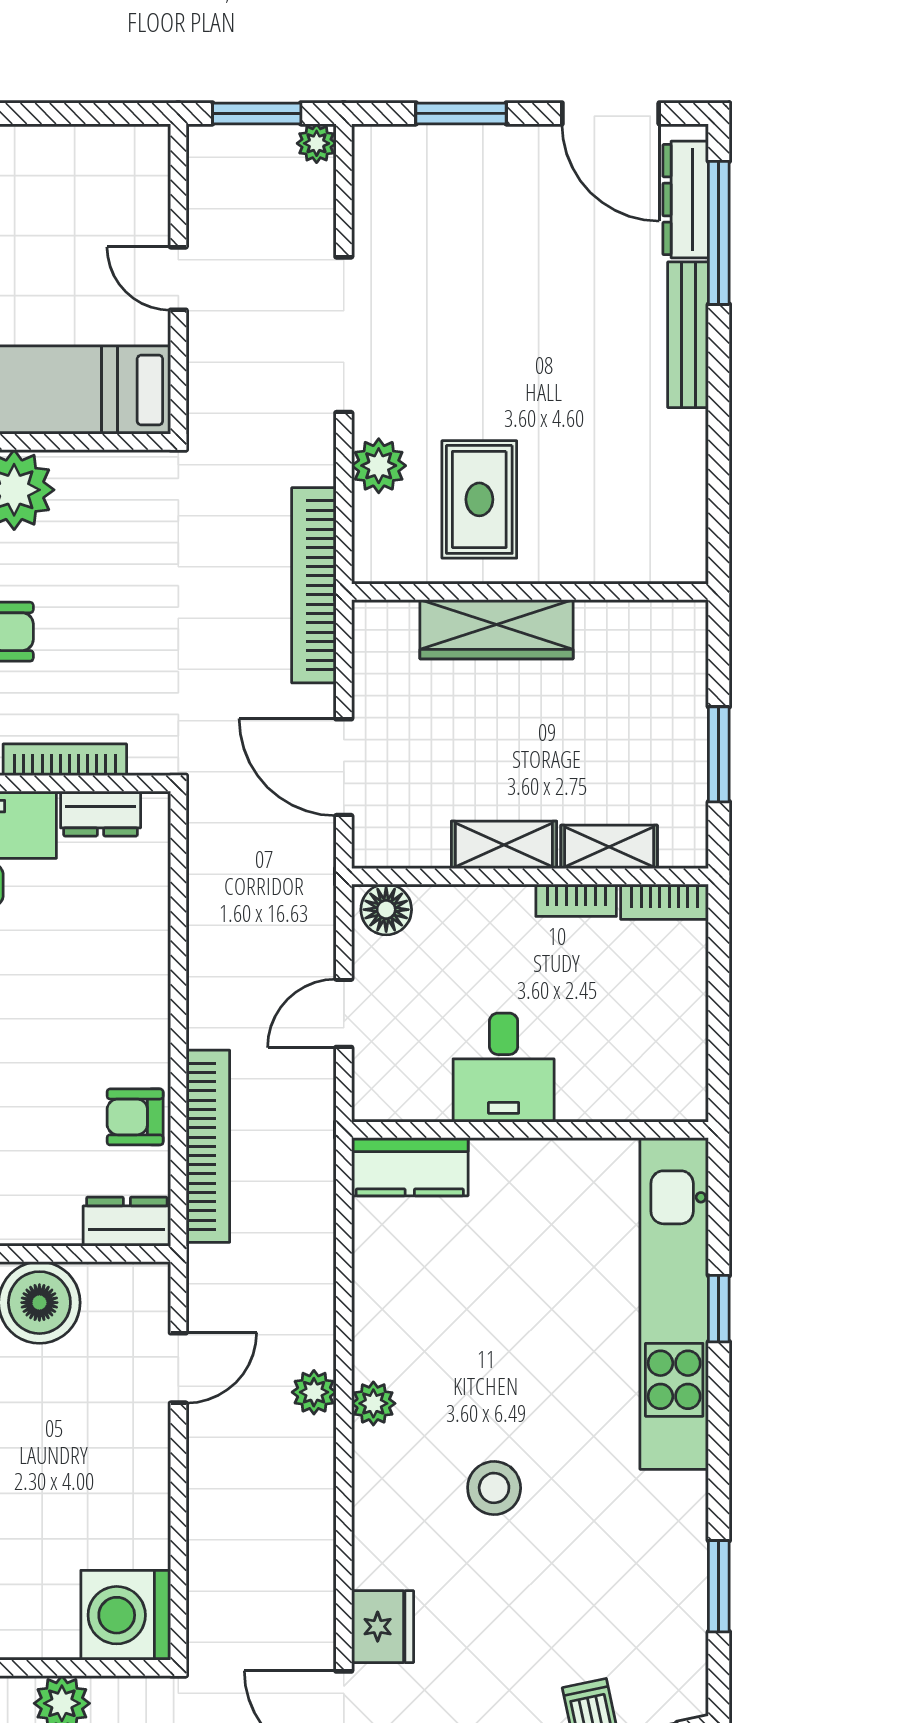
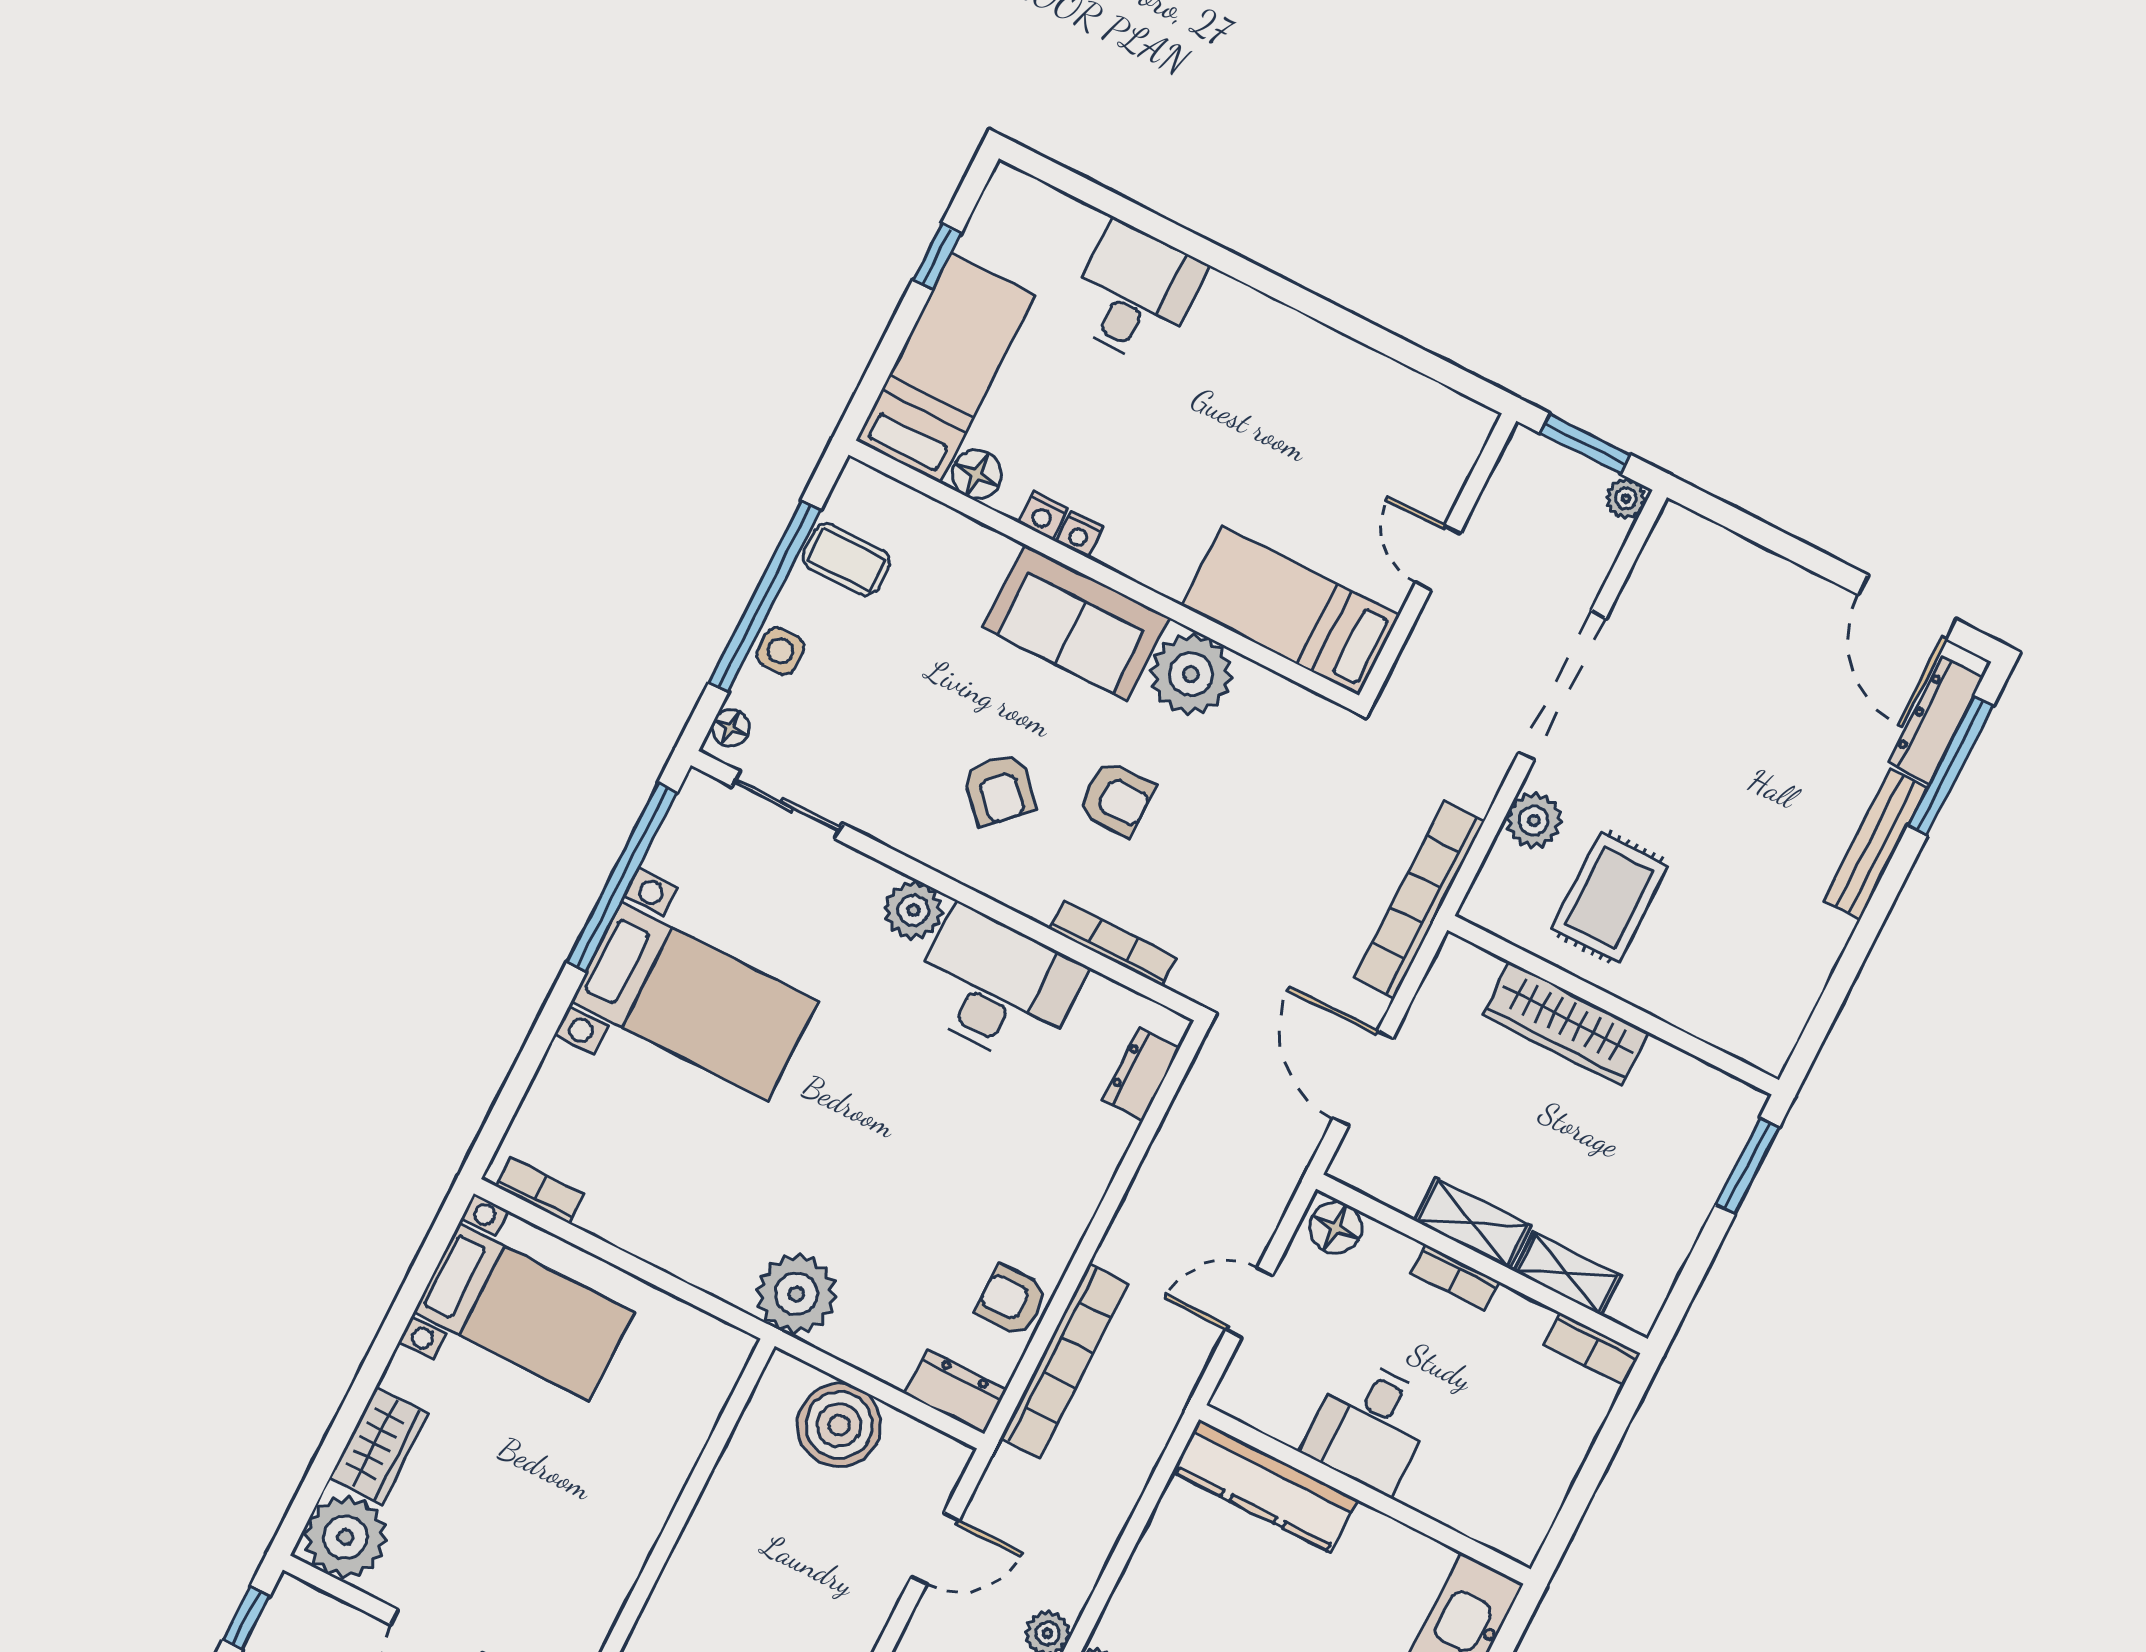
window: (461, 113) -> (1771, 538), removed
window: (719, 754) -> (1748, 1166), moved
dresser: (101, 814) -> (1141, 1074), moved, turned 90
bookcase: (576, 900) -> (1455, 1277), moved
kitchen counter: (410, 1167) -> (1265, 1486), width x1.50

